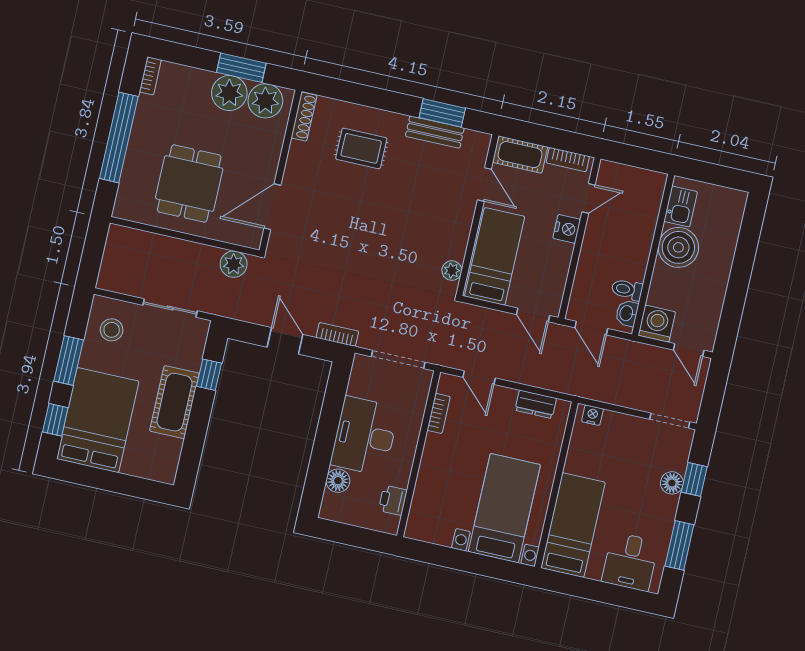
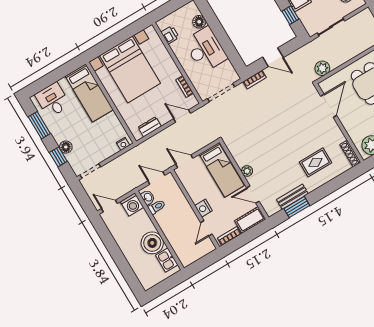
plant: (452, 271) -> (247, 171), moved
bed with nightstands: (504, 508) -> (130, 69), width x1.36

